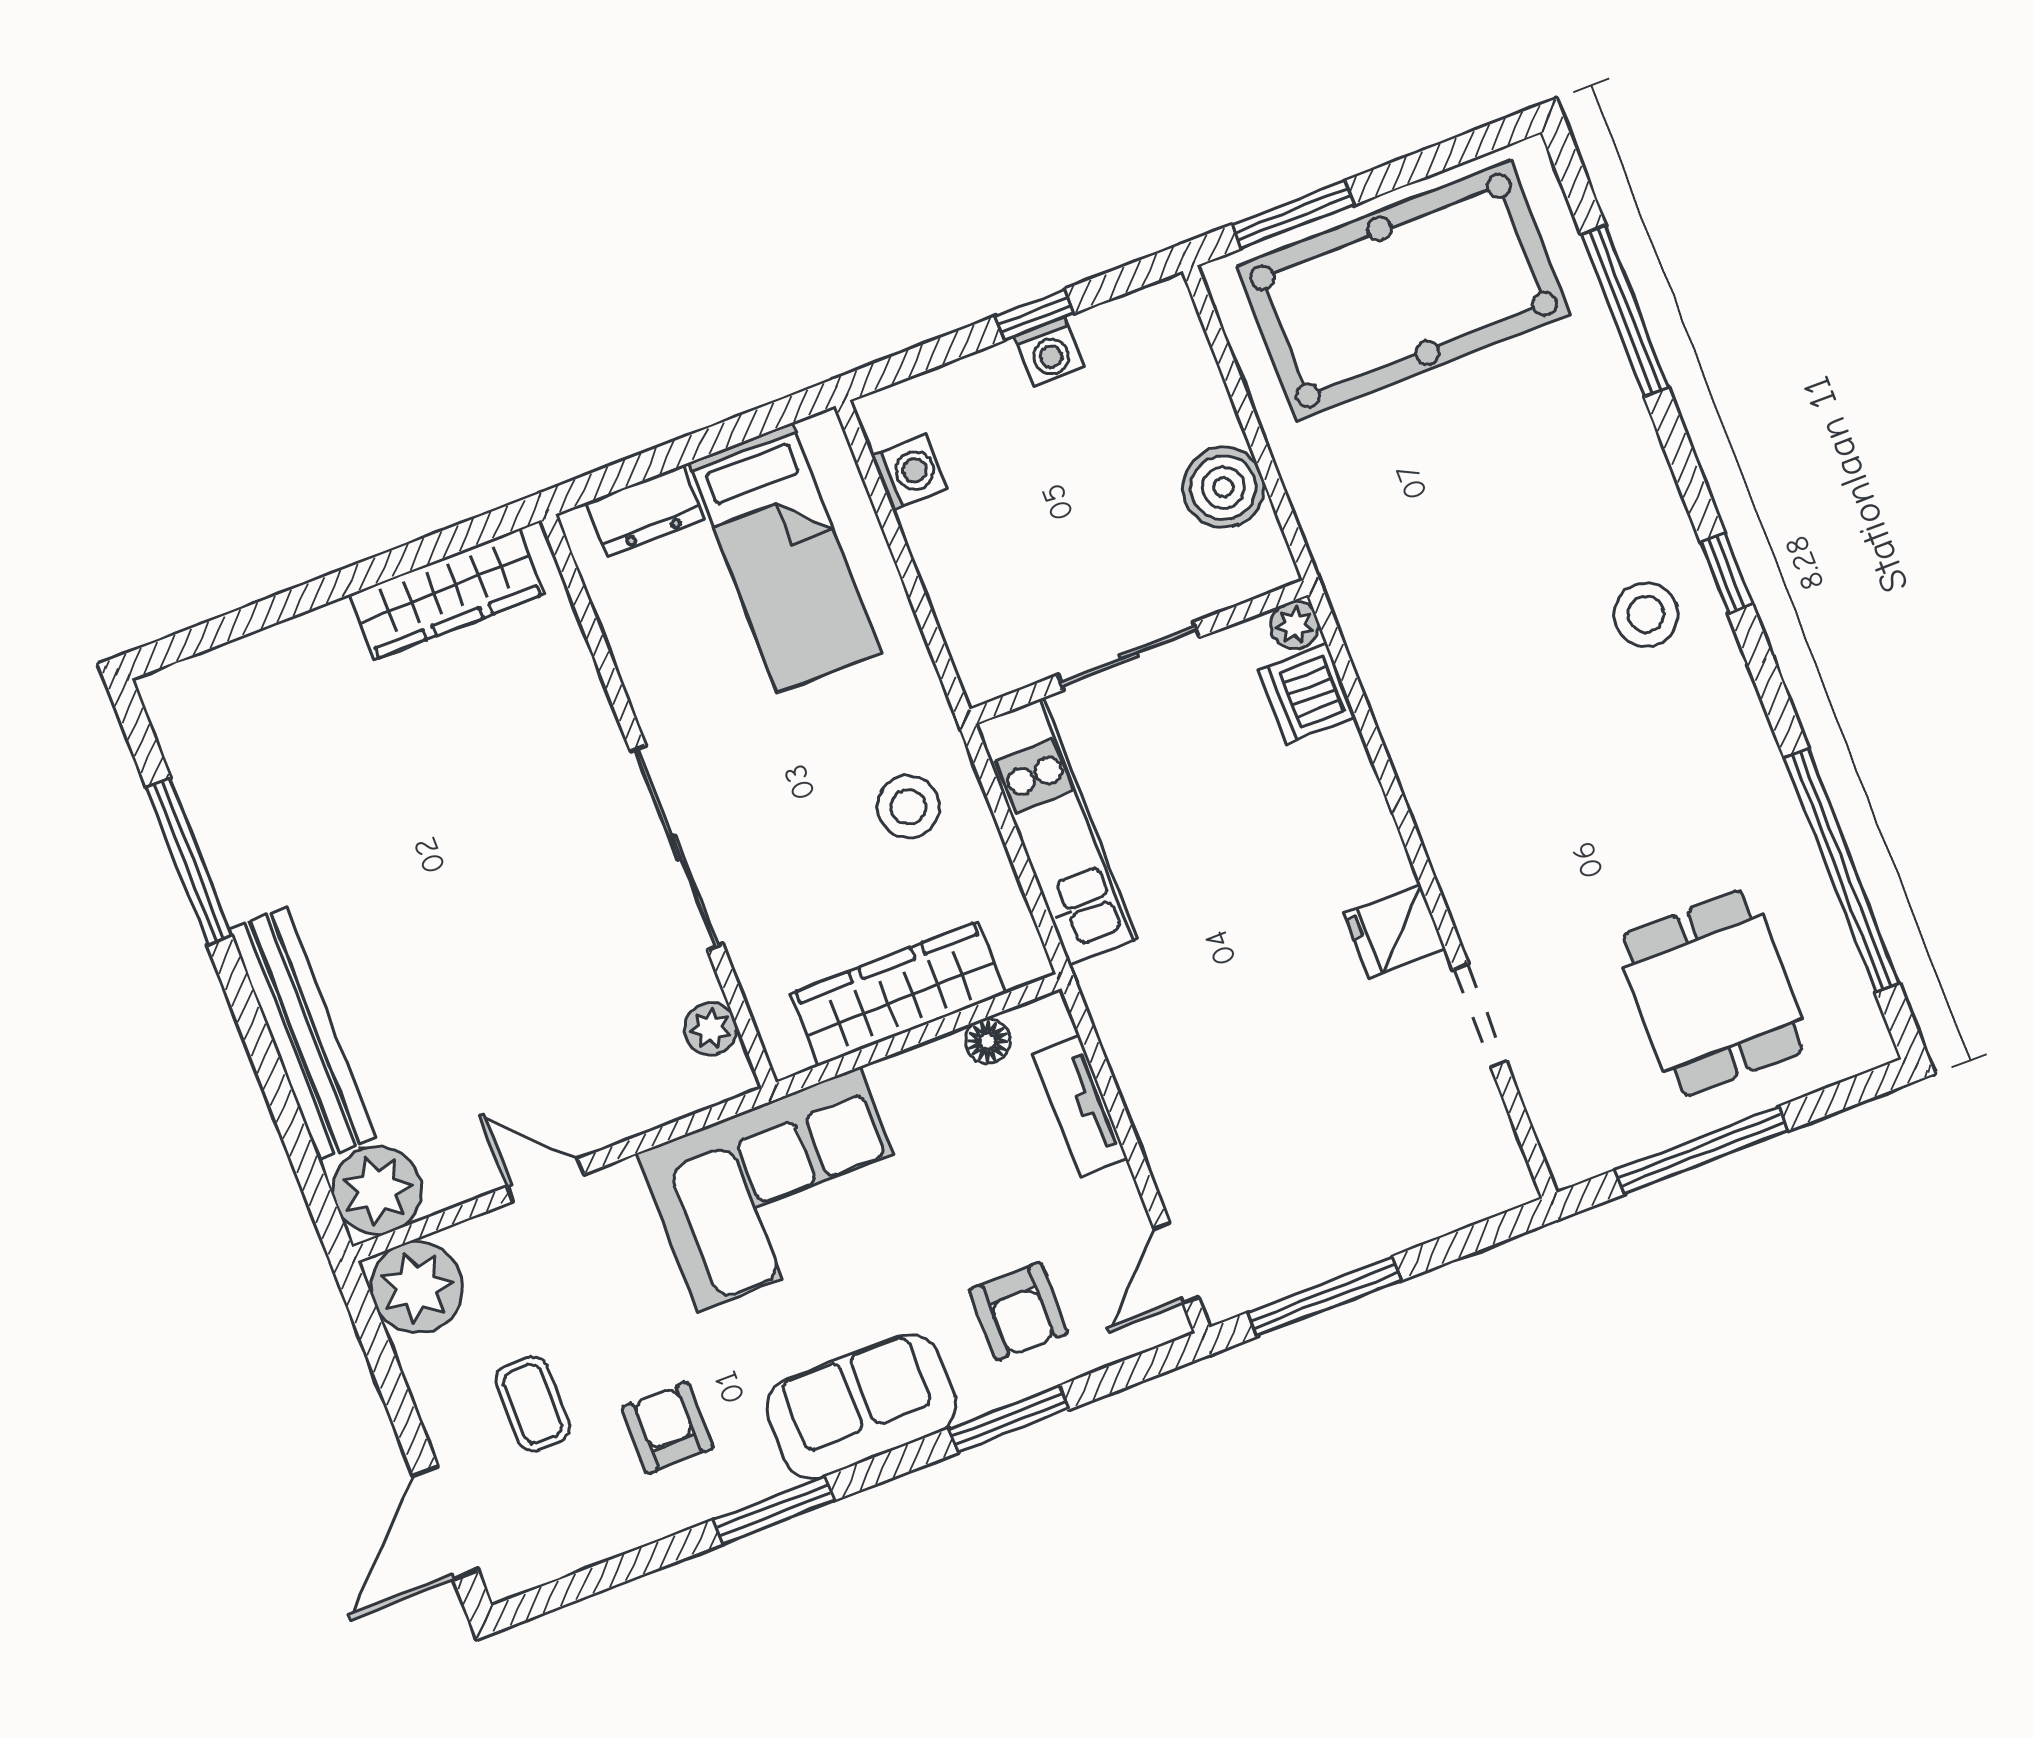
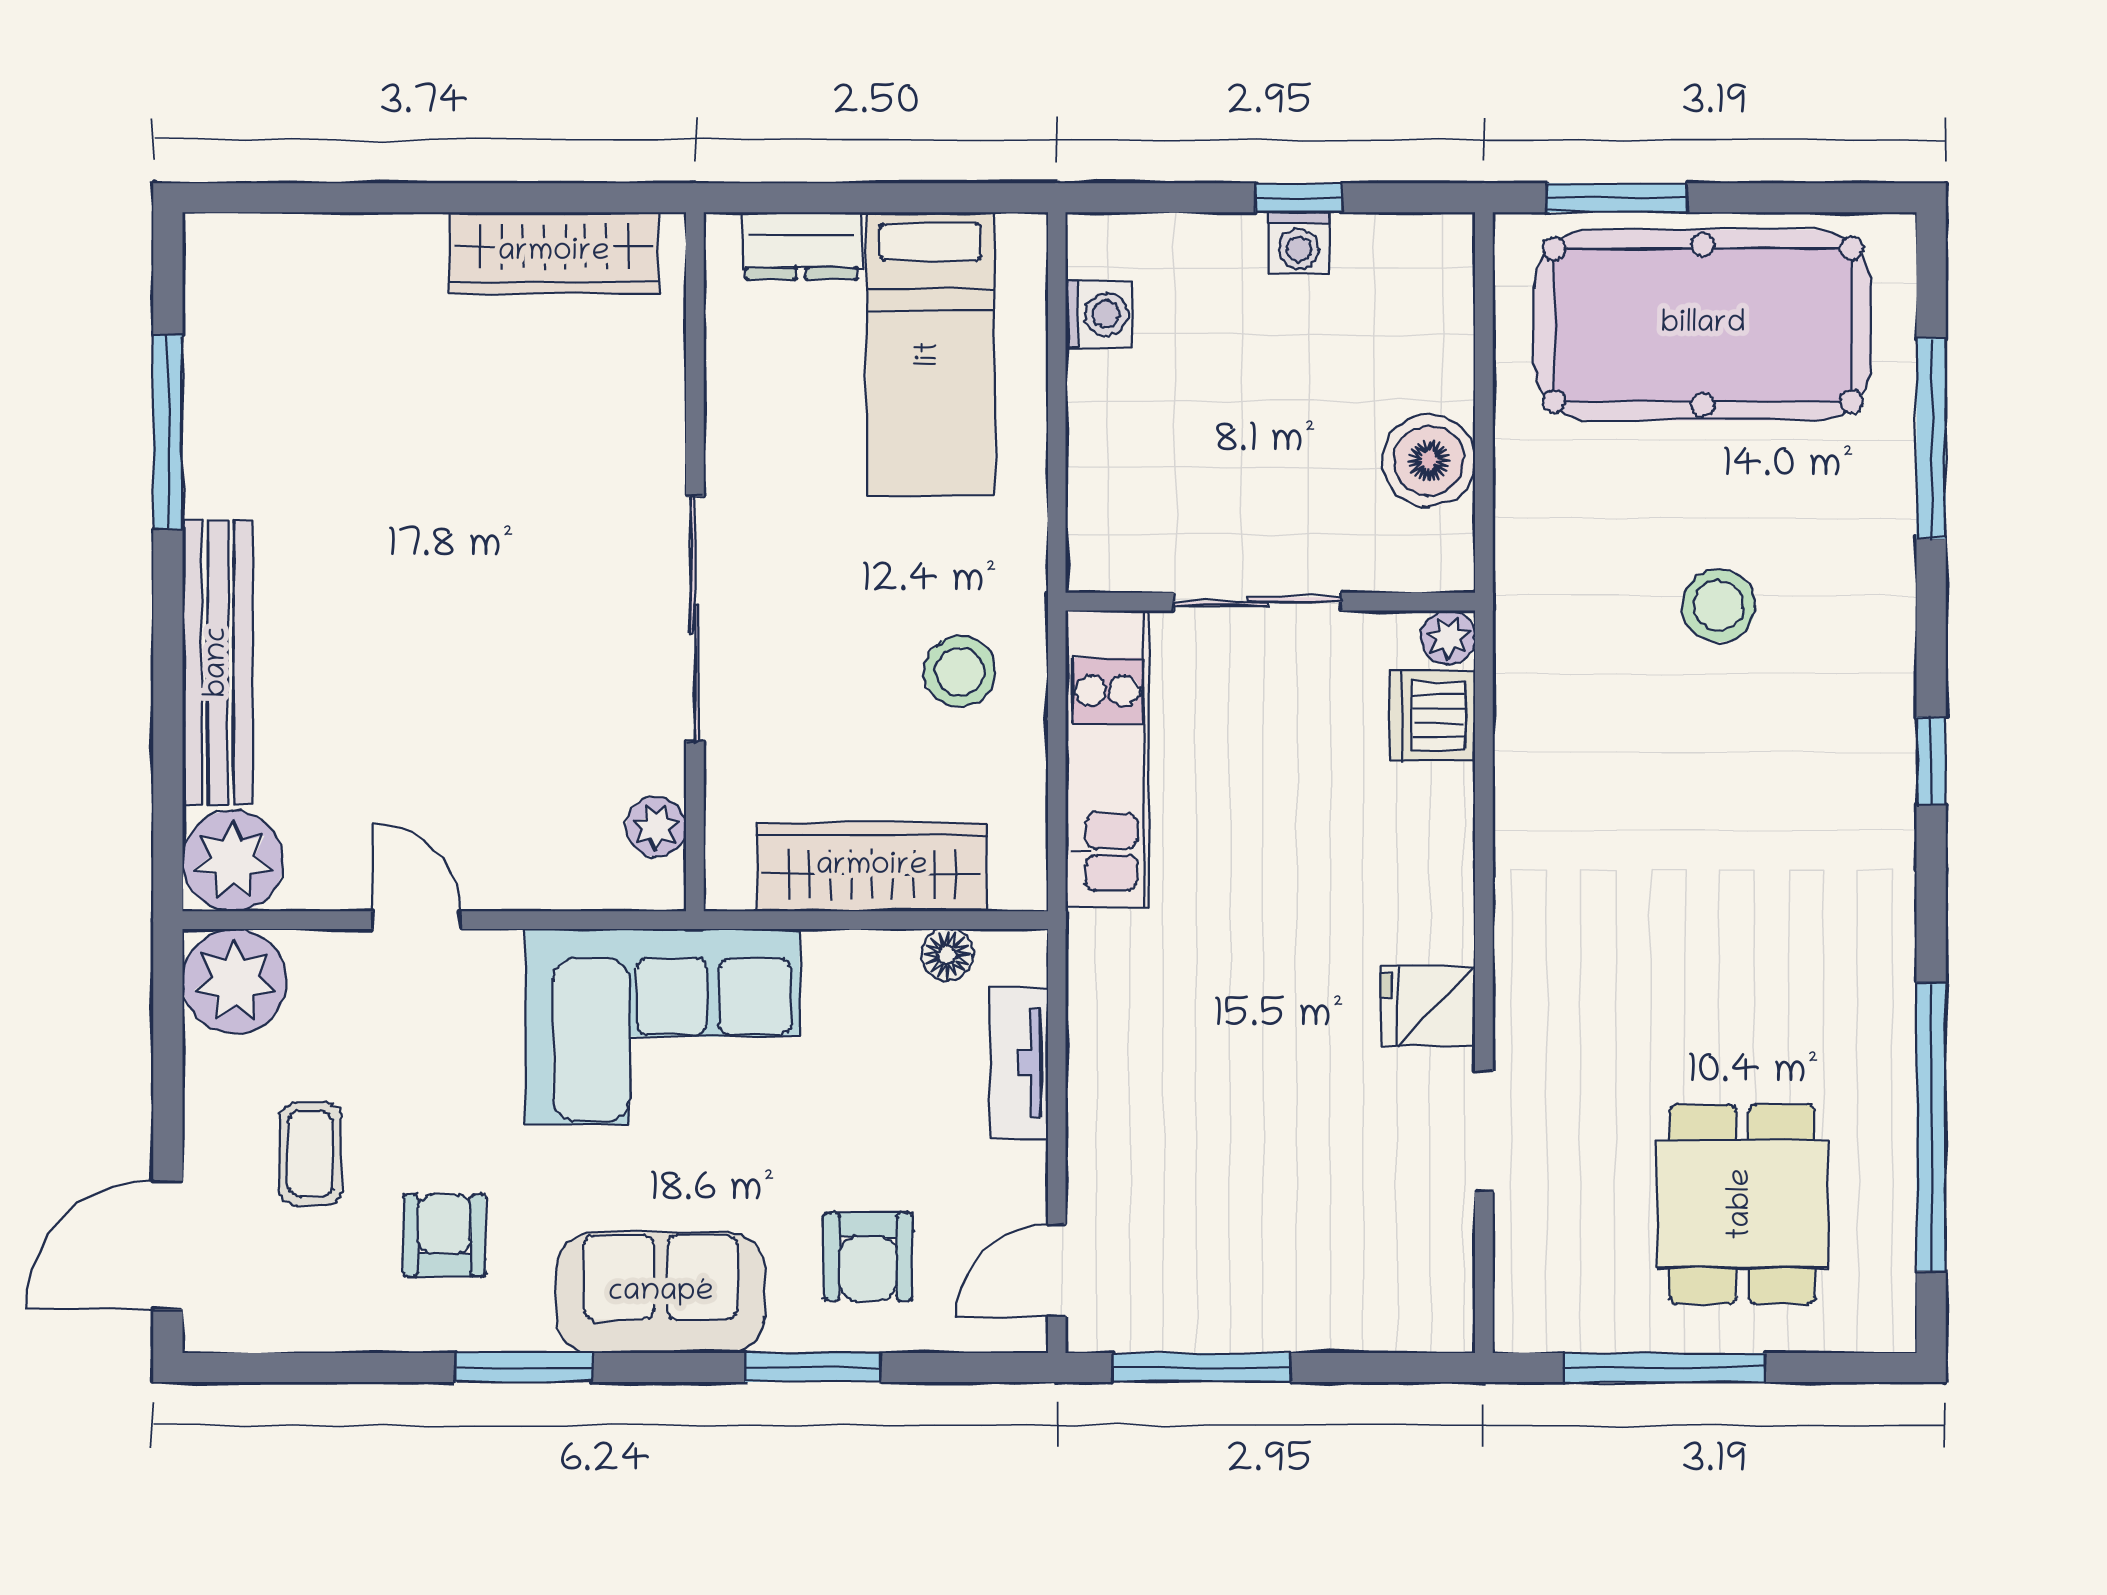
stool: (1646, 615) -> (1719, 606), moved

